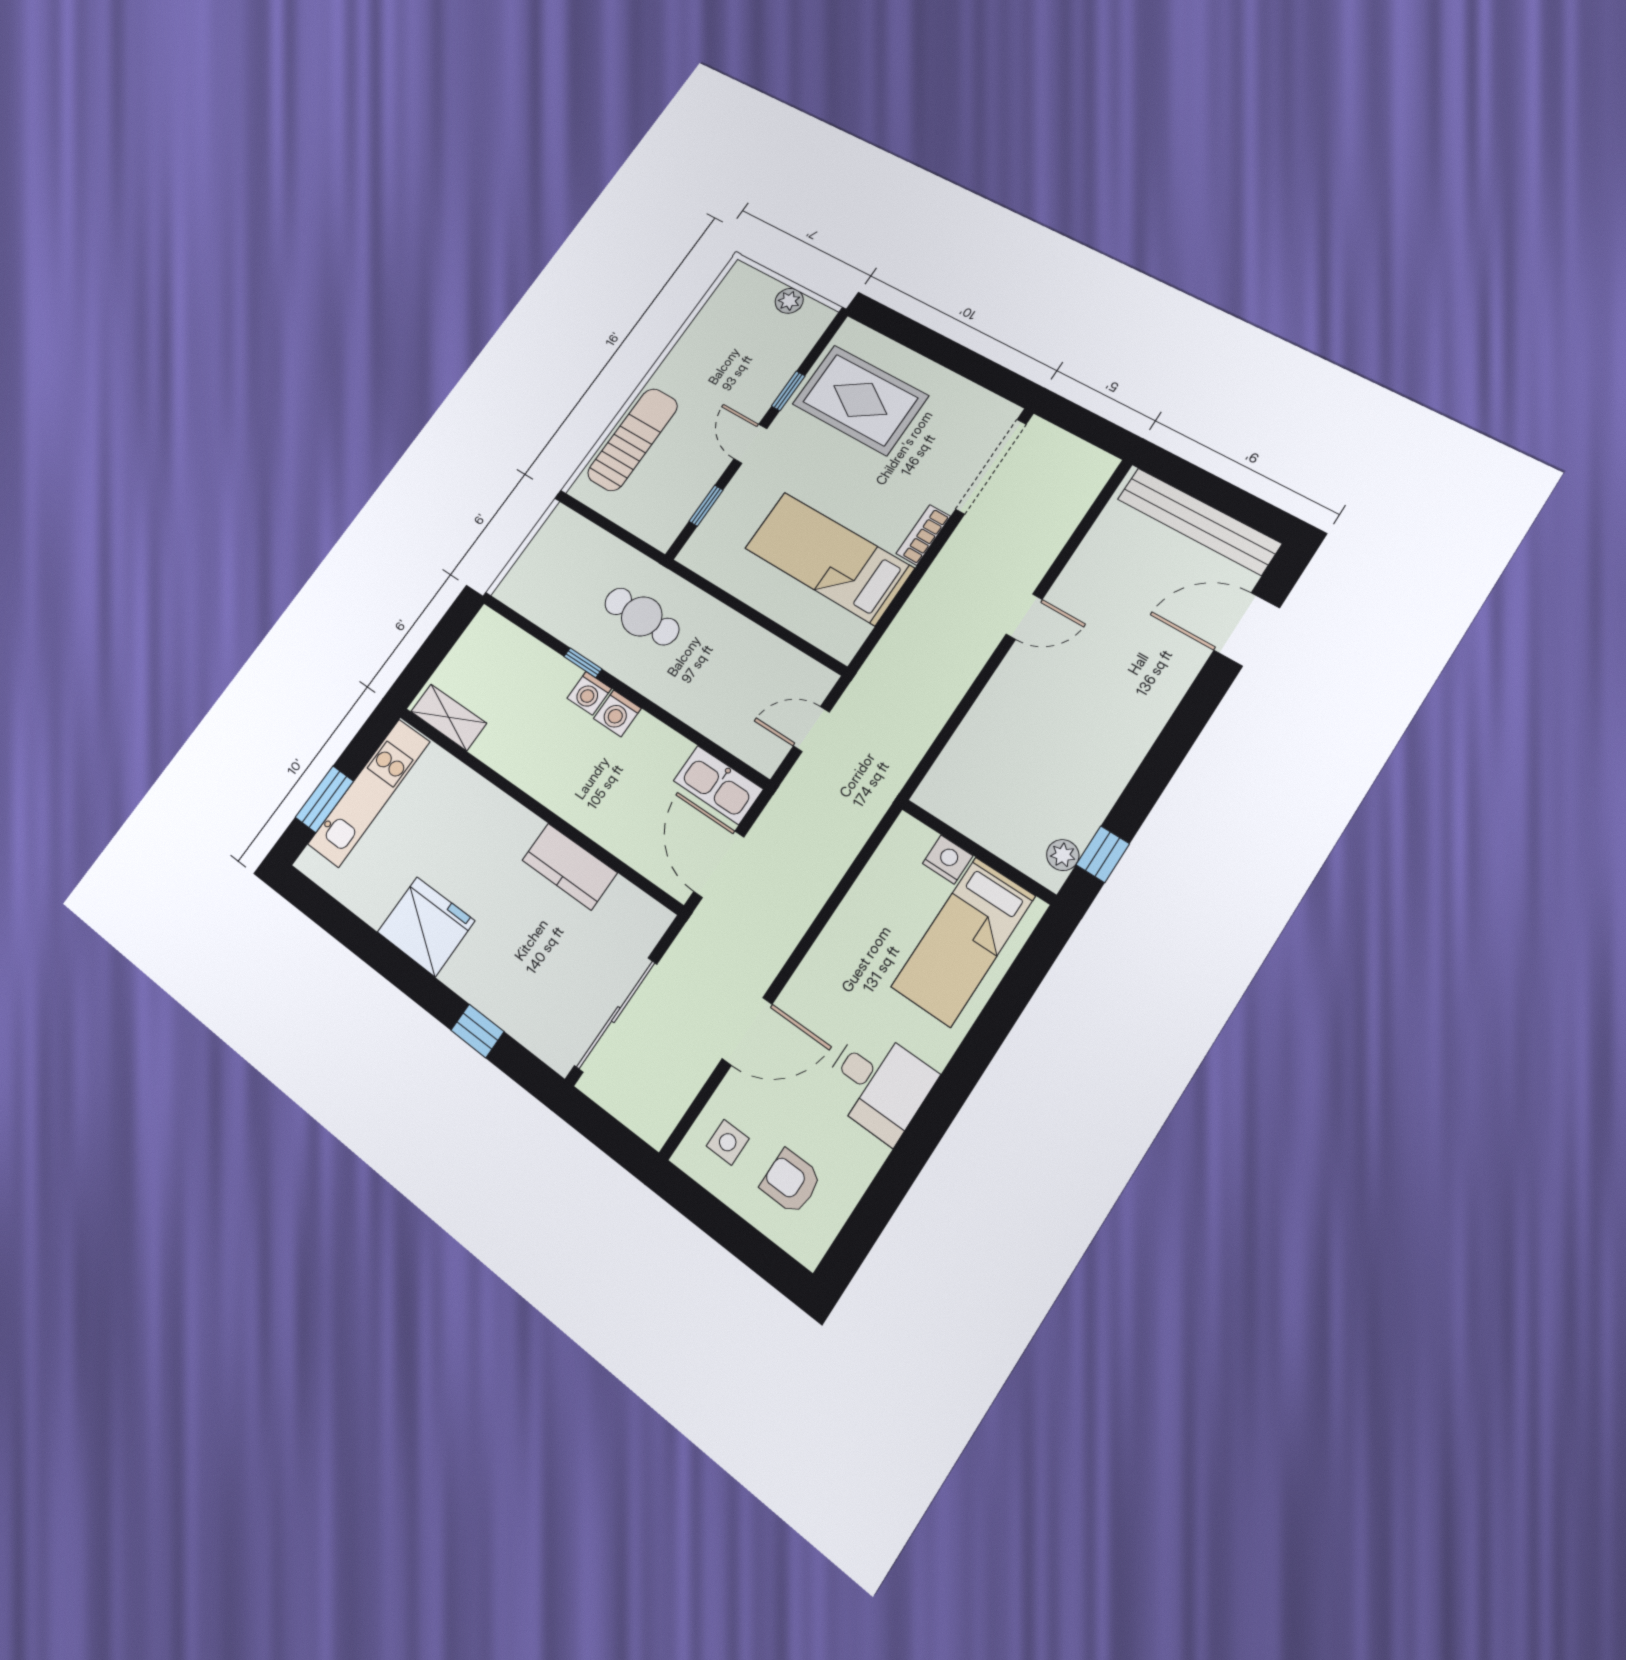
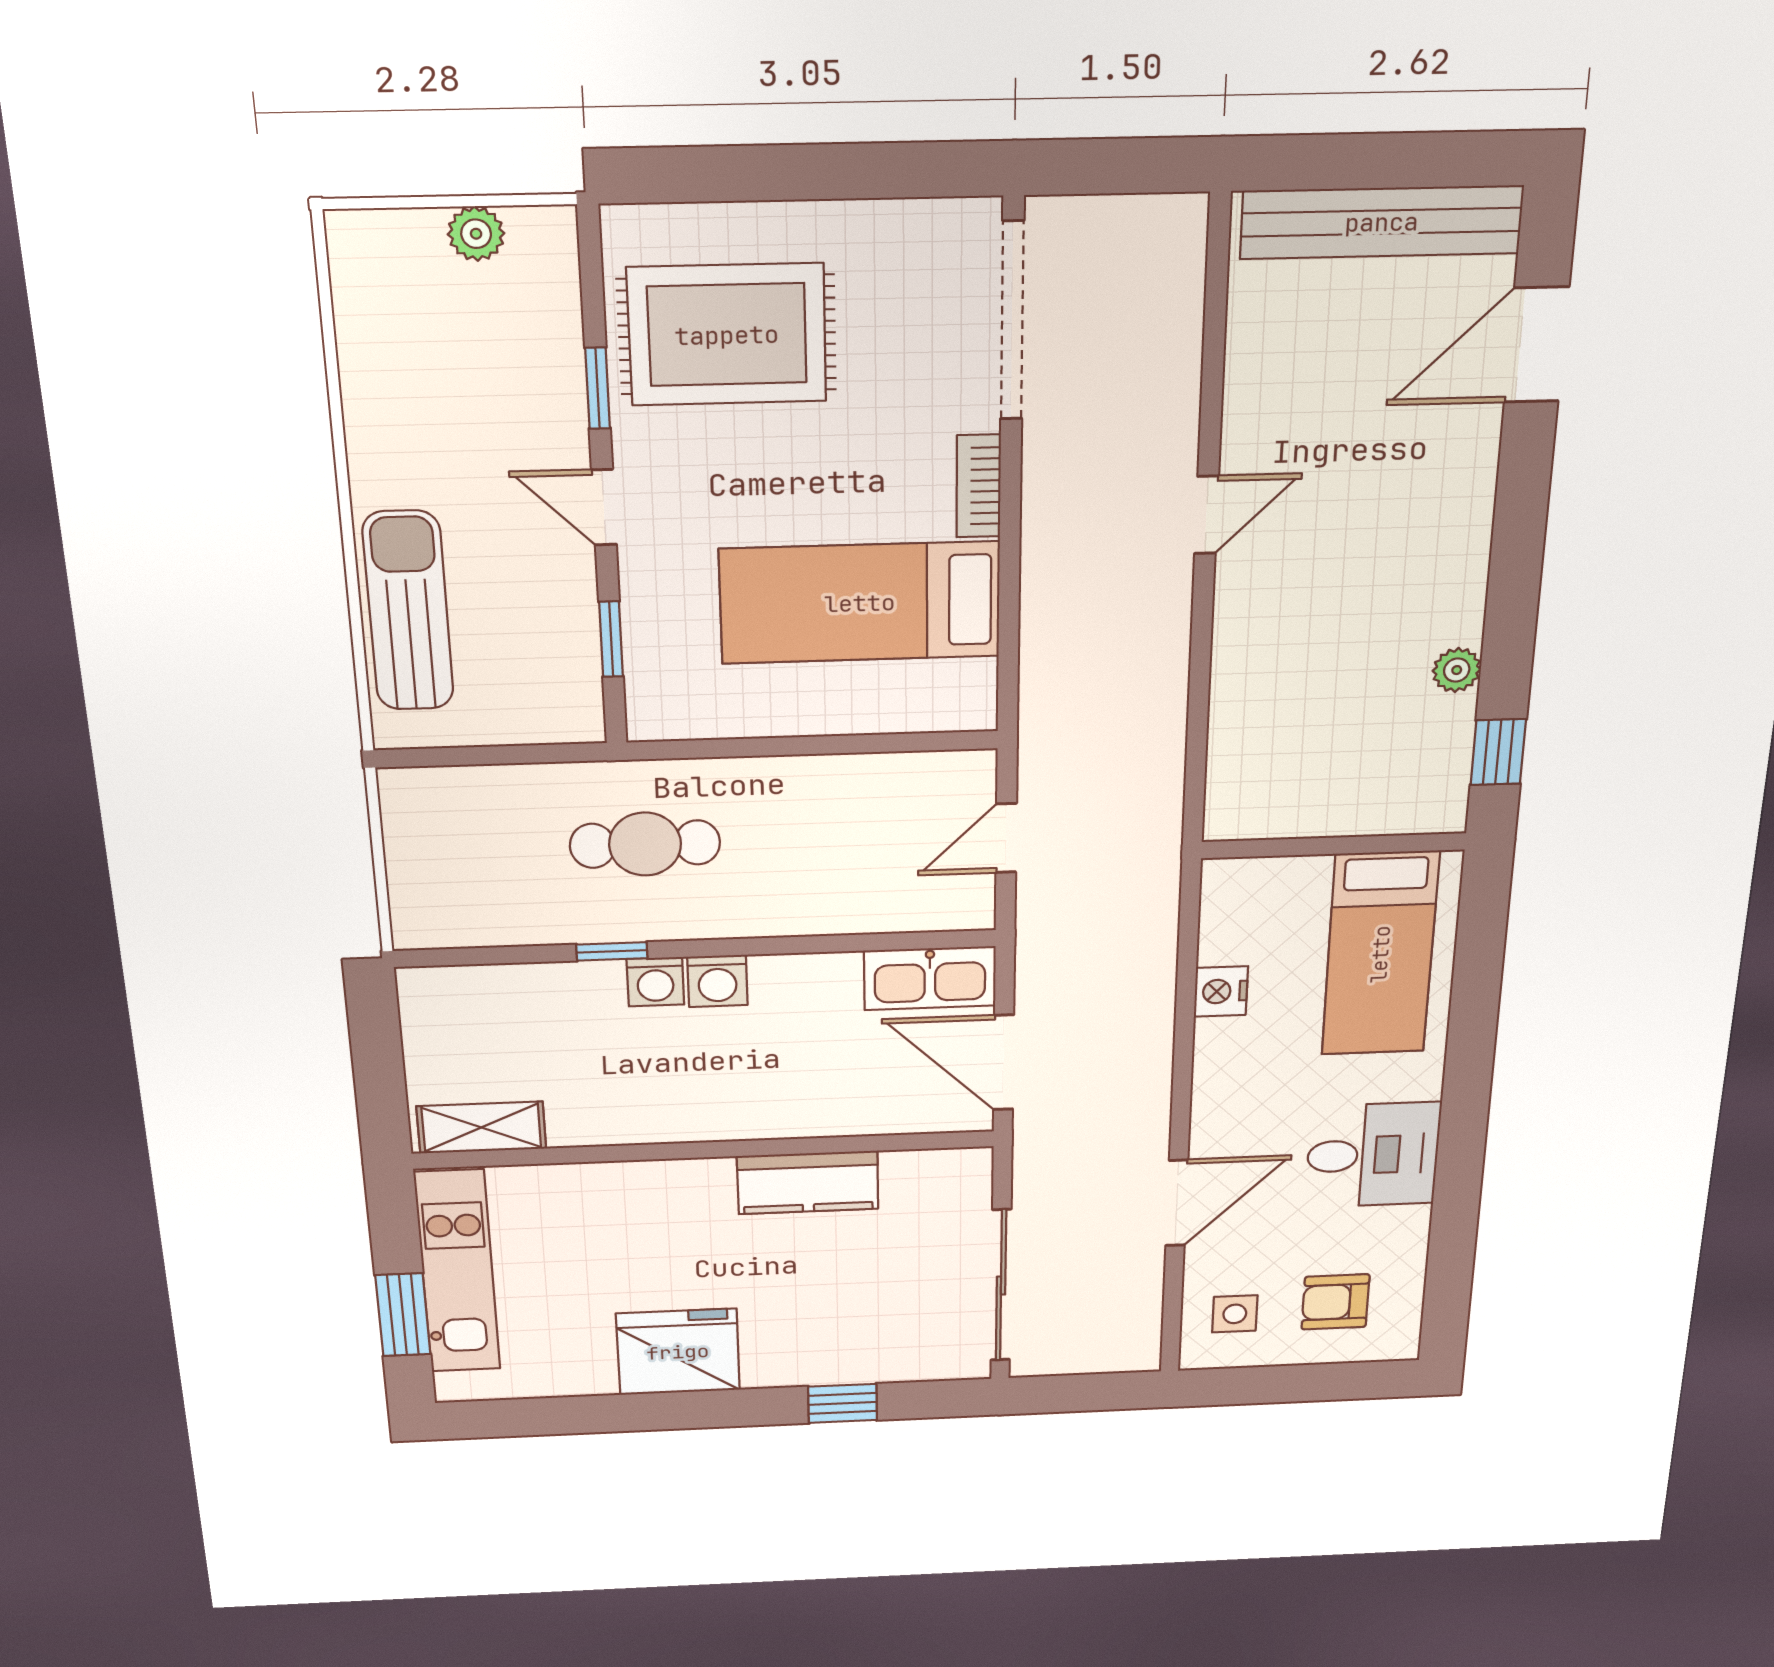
plant: (1063, 855) -> (1457, 670), moved
nightstand: (948, 860) -> (1221, 991), moved, turned -90

